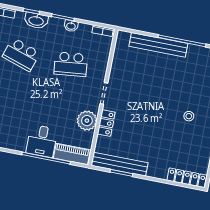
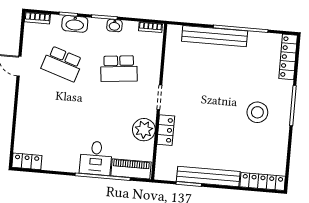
stool: (189, 116) -> (257, 112), width x1.89, depth x1.89
bench: (120, 164) -> (208, 176), moved

